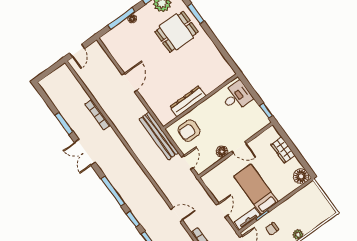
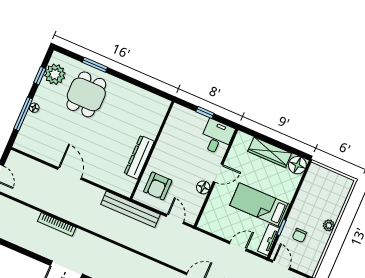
desk: (237, 96) -> (217, 137), moved
window: (266, 111) -> (205, 112), moved
window: (64, 123) -> (28, 253), removed
wardrobe: (283, 150) -> (270, 152), width x1.50
door: (222, 210) -> (238, 246), hinge flipped

